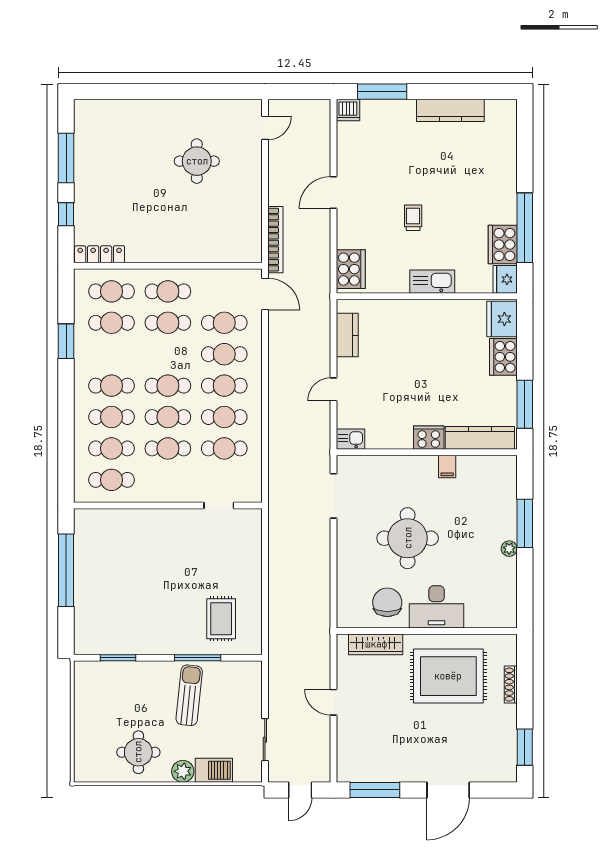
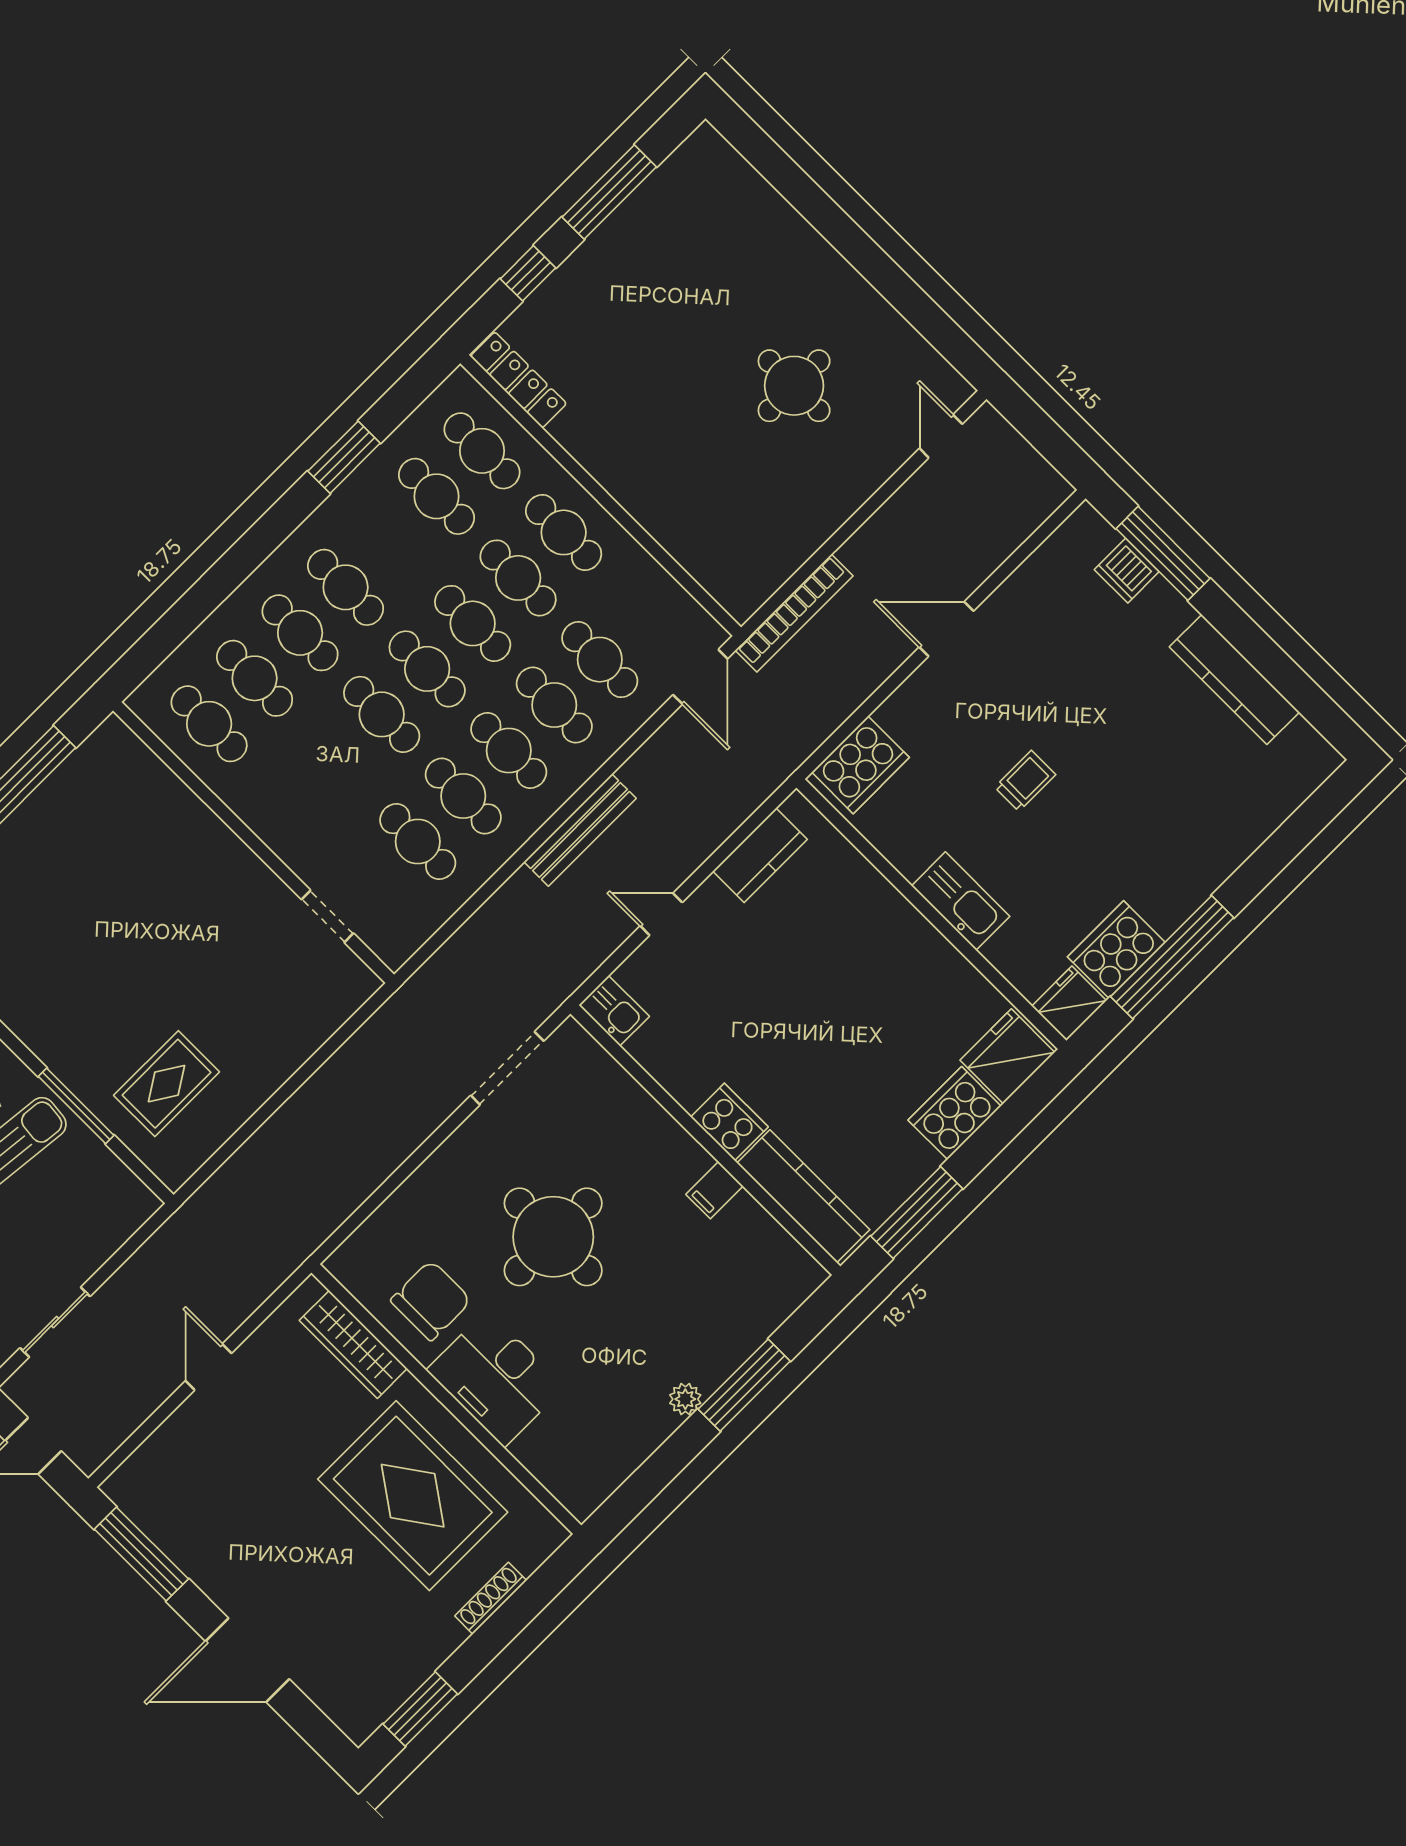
dishwasher: (348, 110) -> (1127, 571), moved
door: (265, 128) -> (941, 436), swing flipped
bench: (276, 388) -> (580, 830), added
cafe table: (168, 448) -> (473, 623), moved

